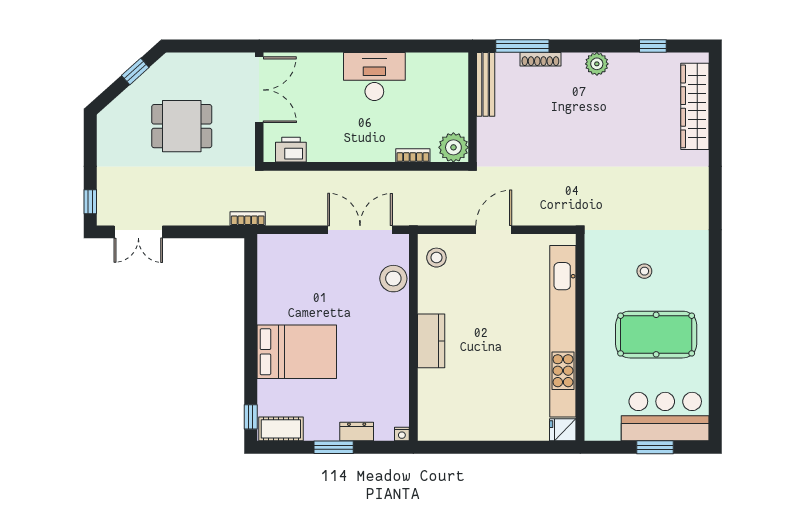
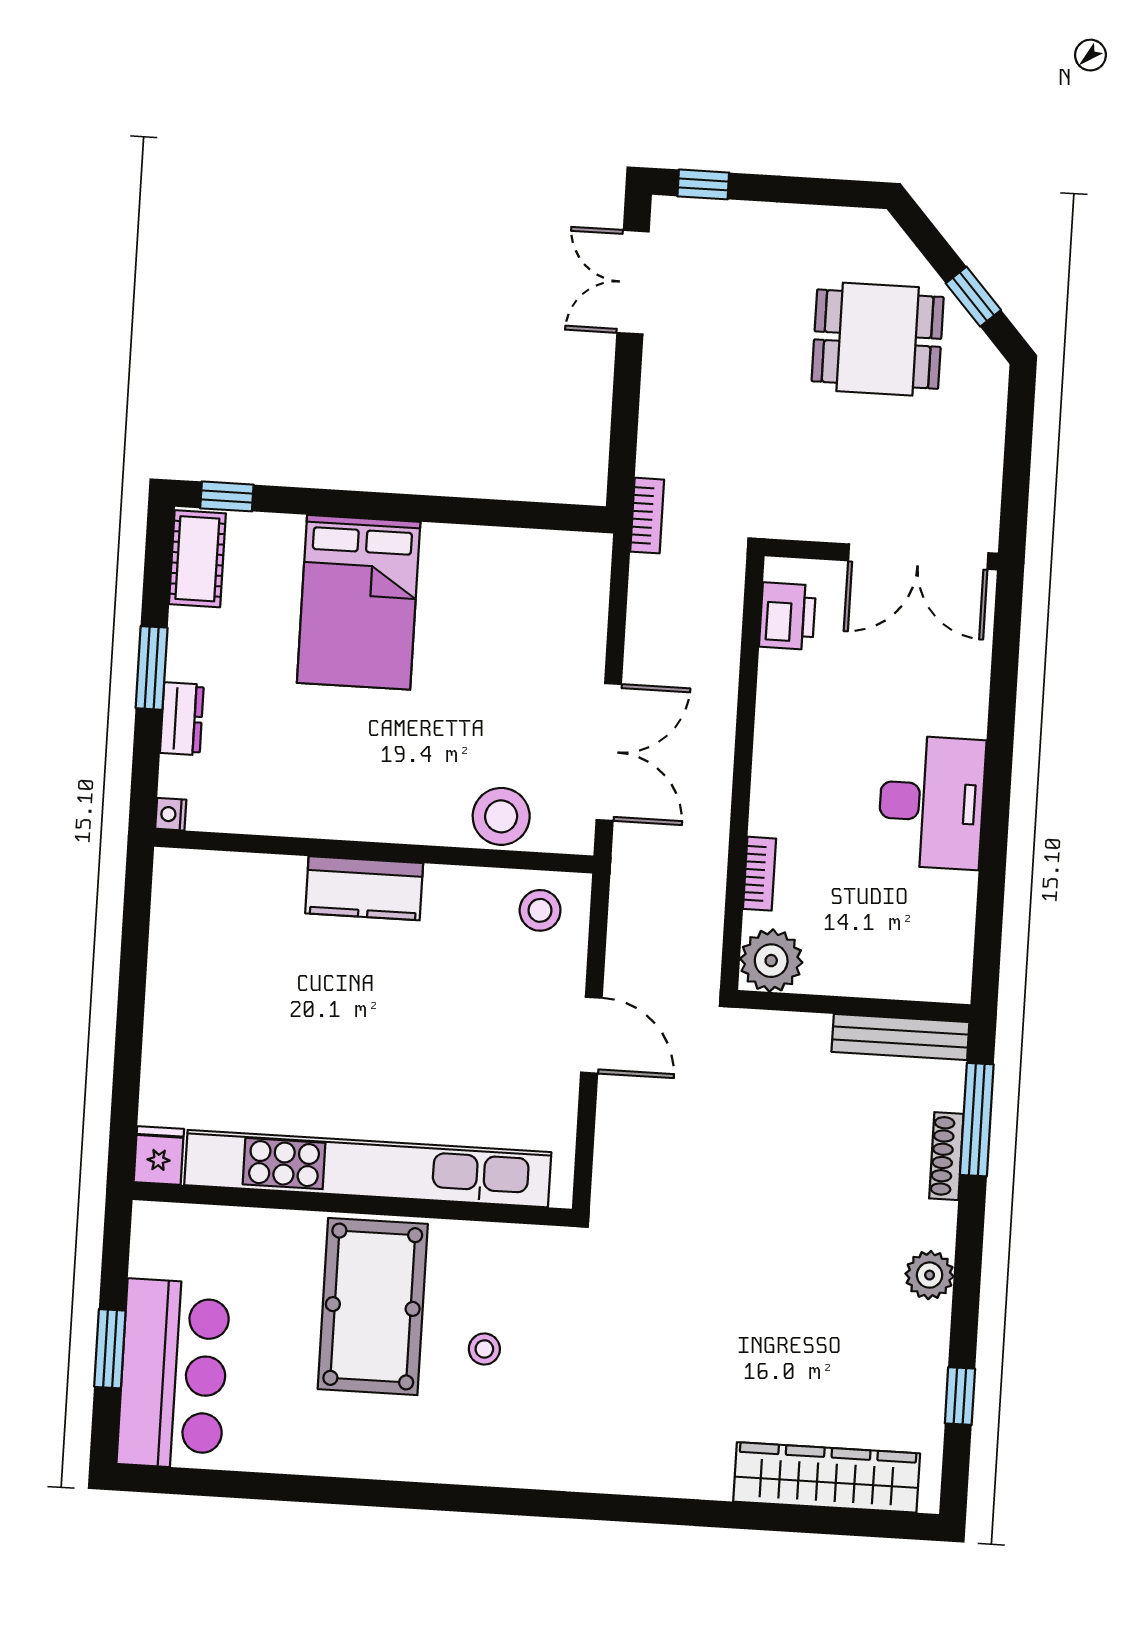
dining table: (182, 126) -> (878, 339), moved, turned 90
pool table: (656, 335) -> (373, 1306), moved

